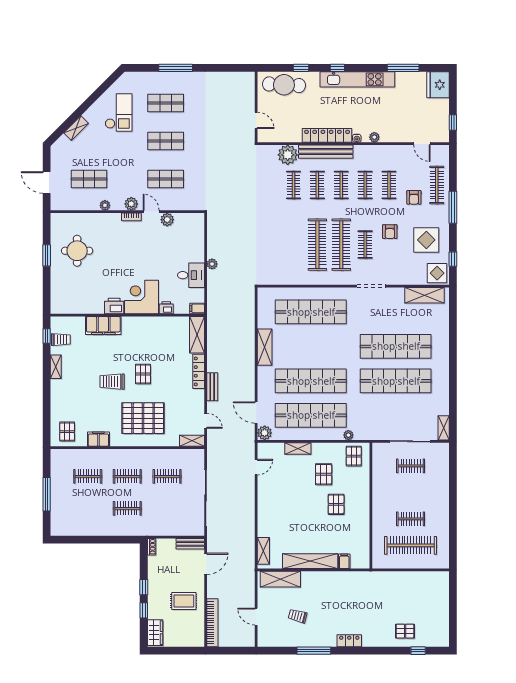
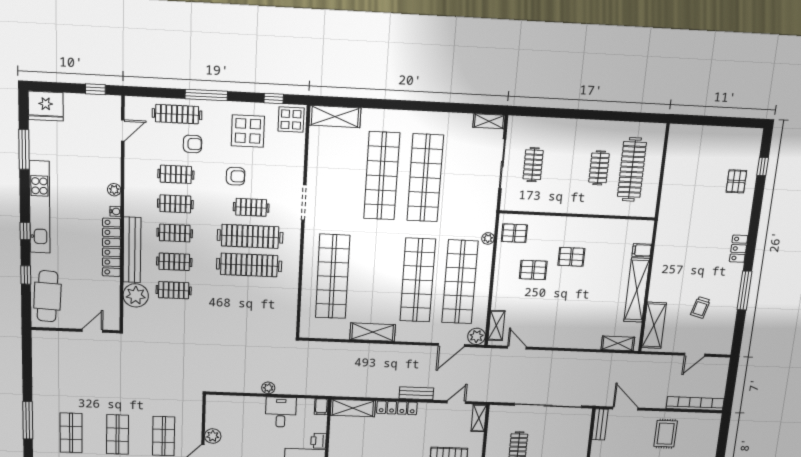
shelving: (424, 295) -> (335, 117), moved, turned 90
shelving: (298, 448) -> (496, 325), moved

